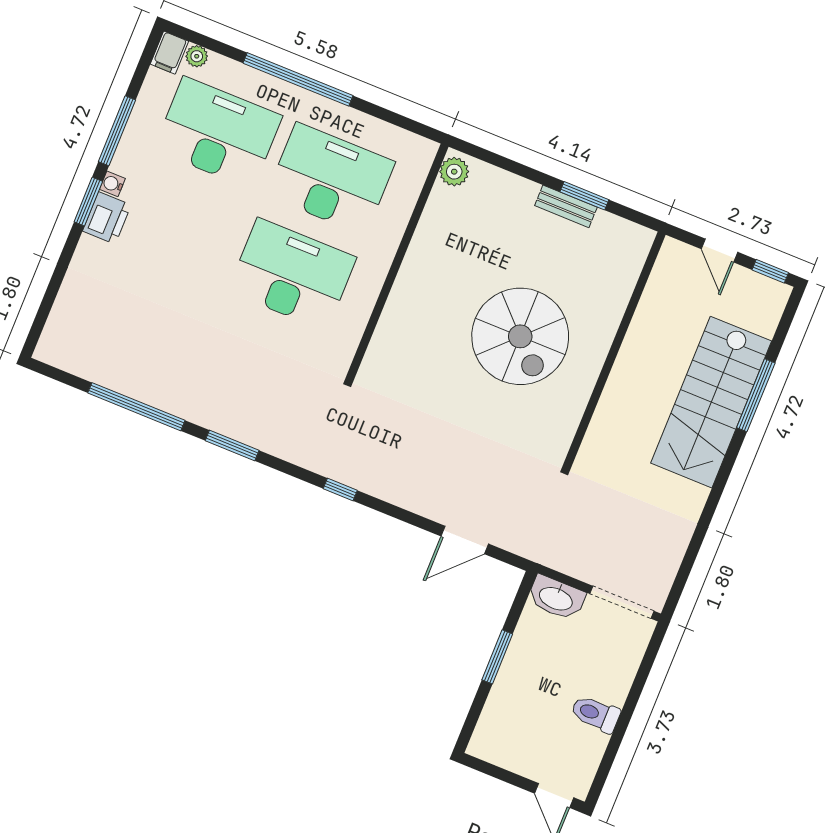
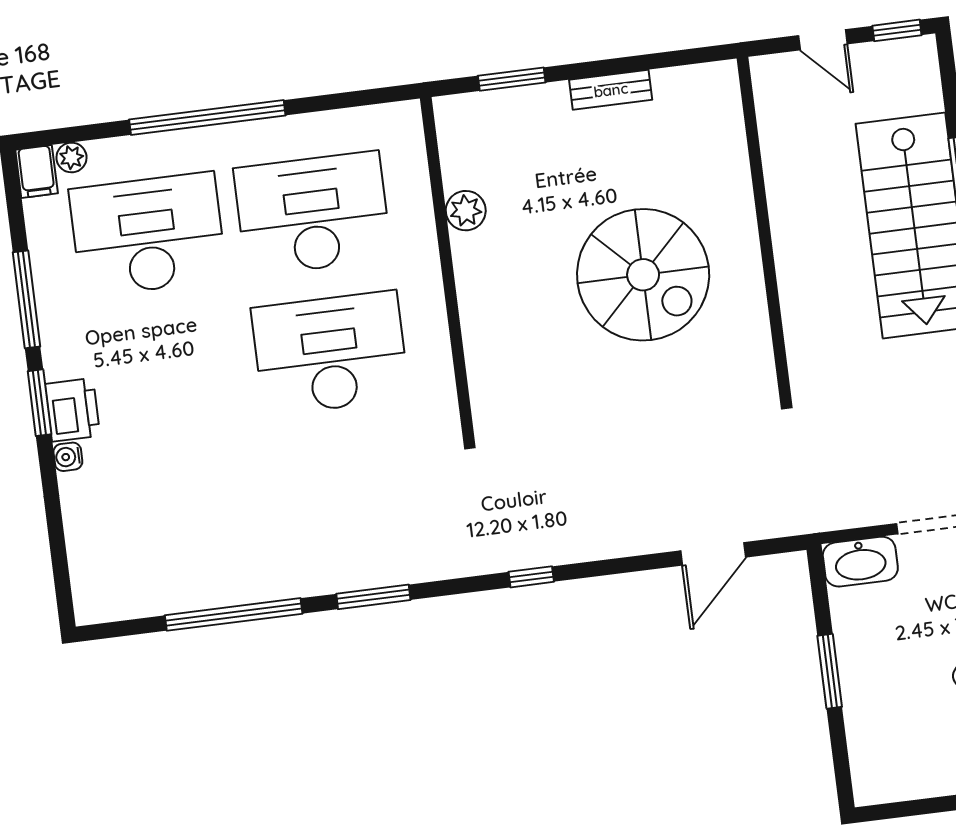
plant: (454, 172) -> (466, 211), moved
water cooler: (112, 184) -> (68, 457), moved
window: (584, 196) -> (512, 79), moved

